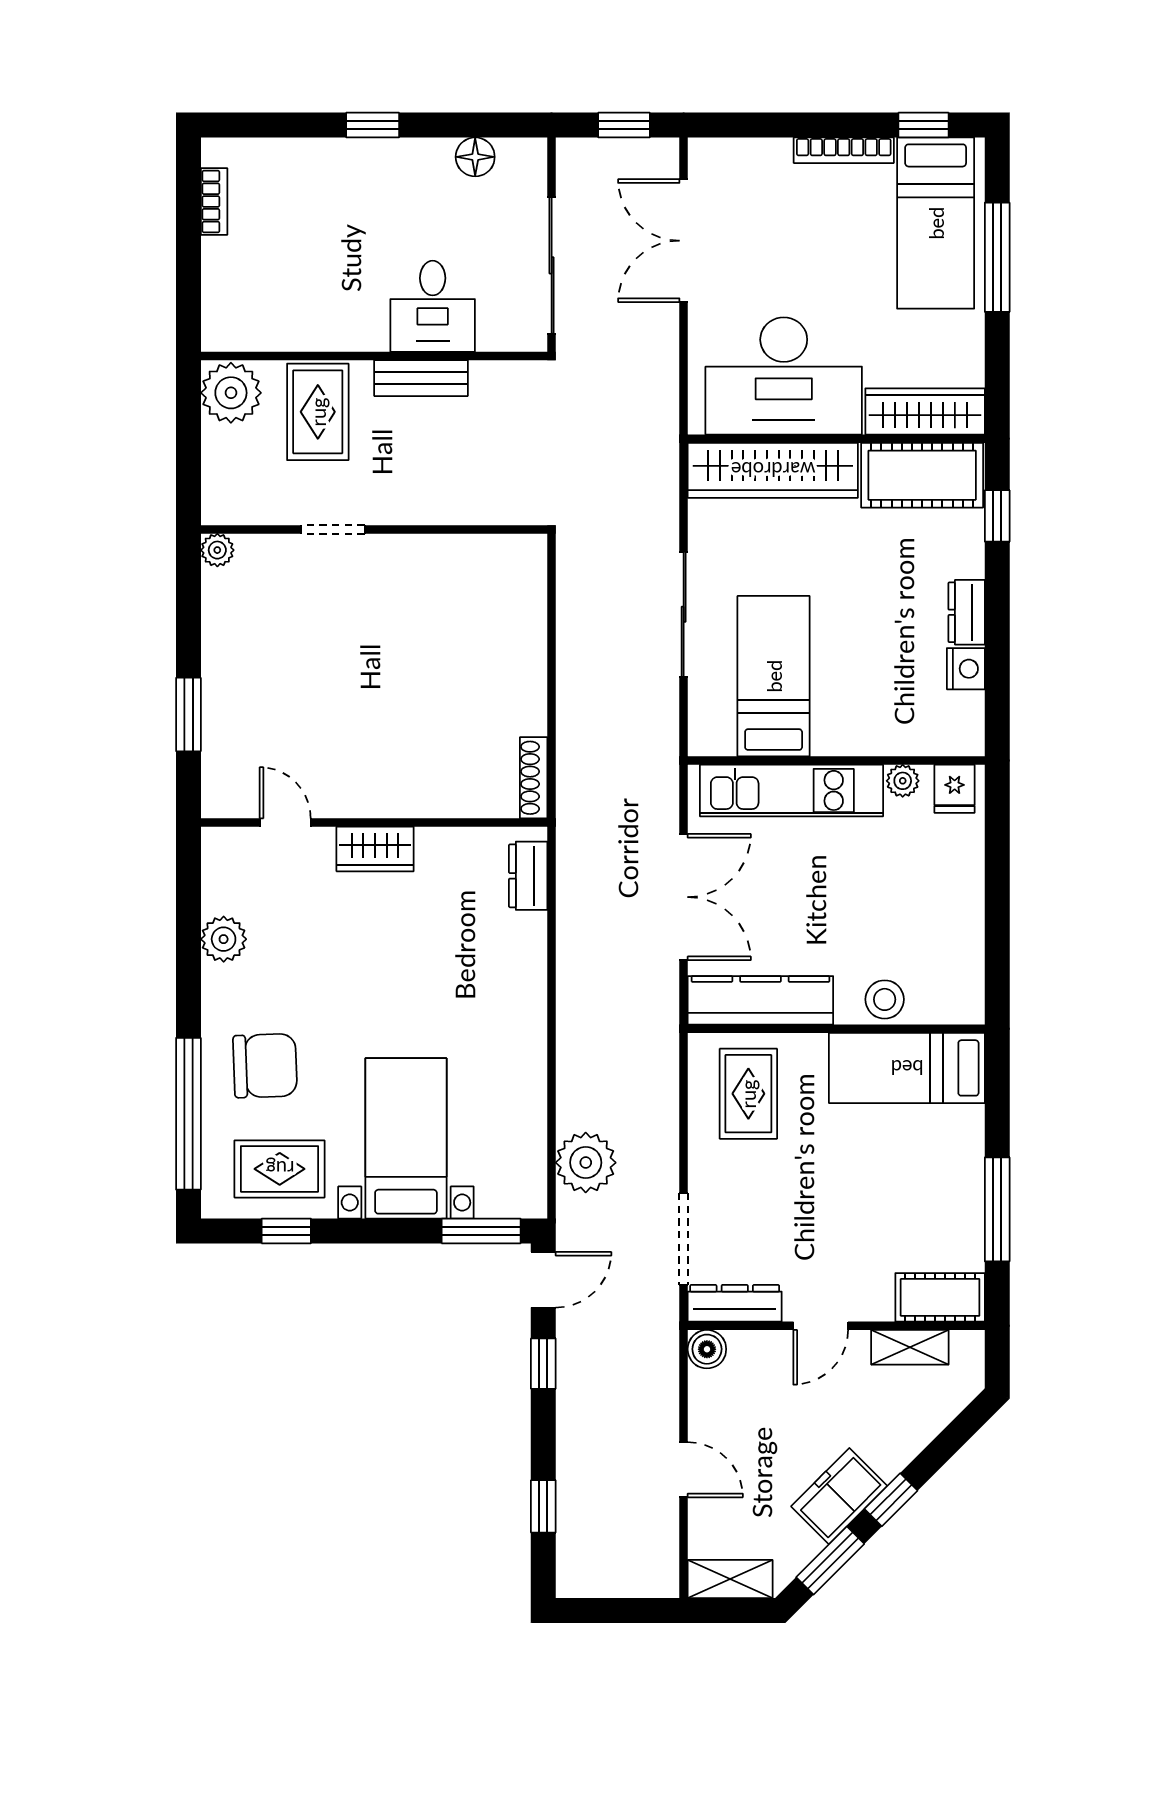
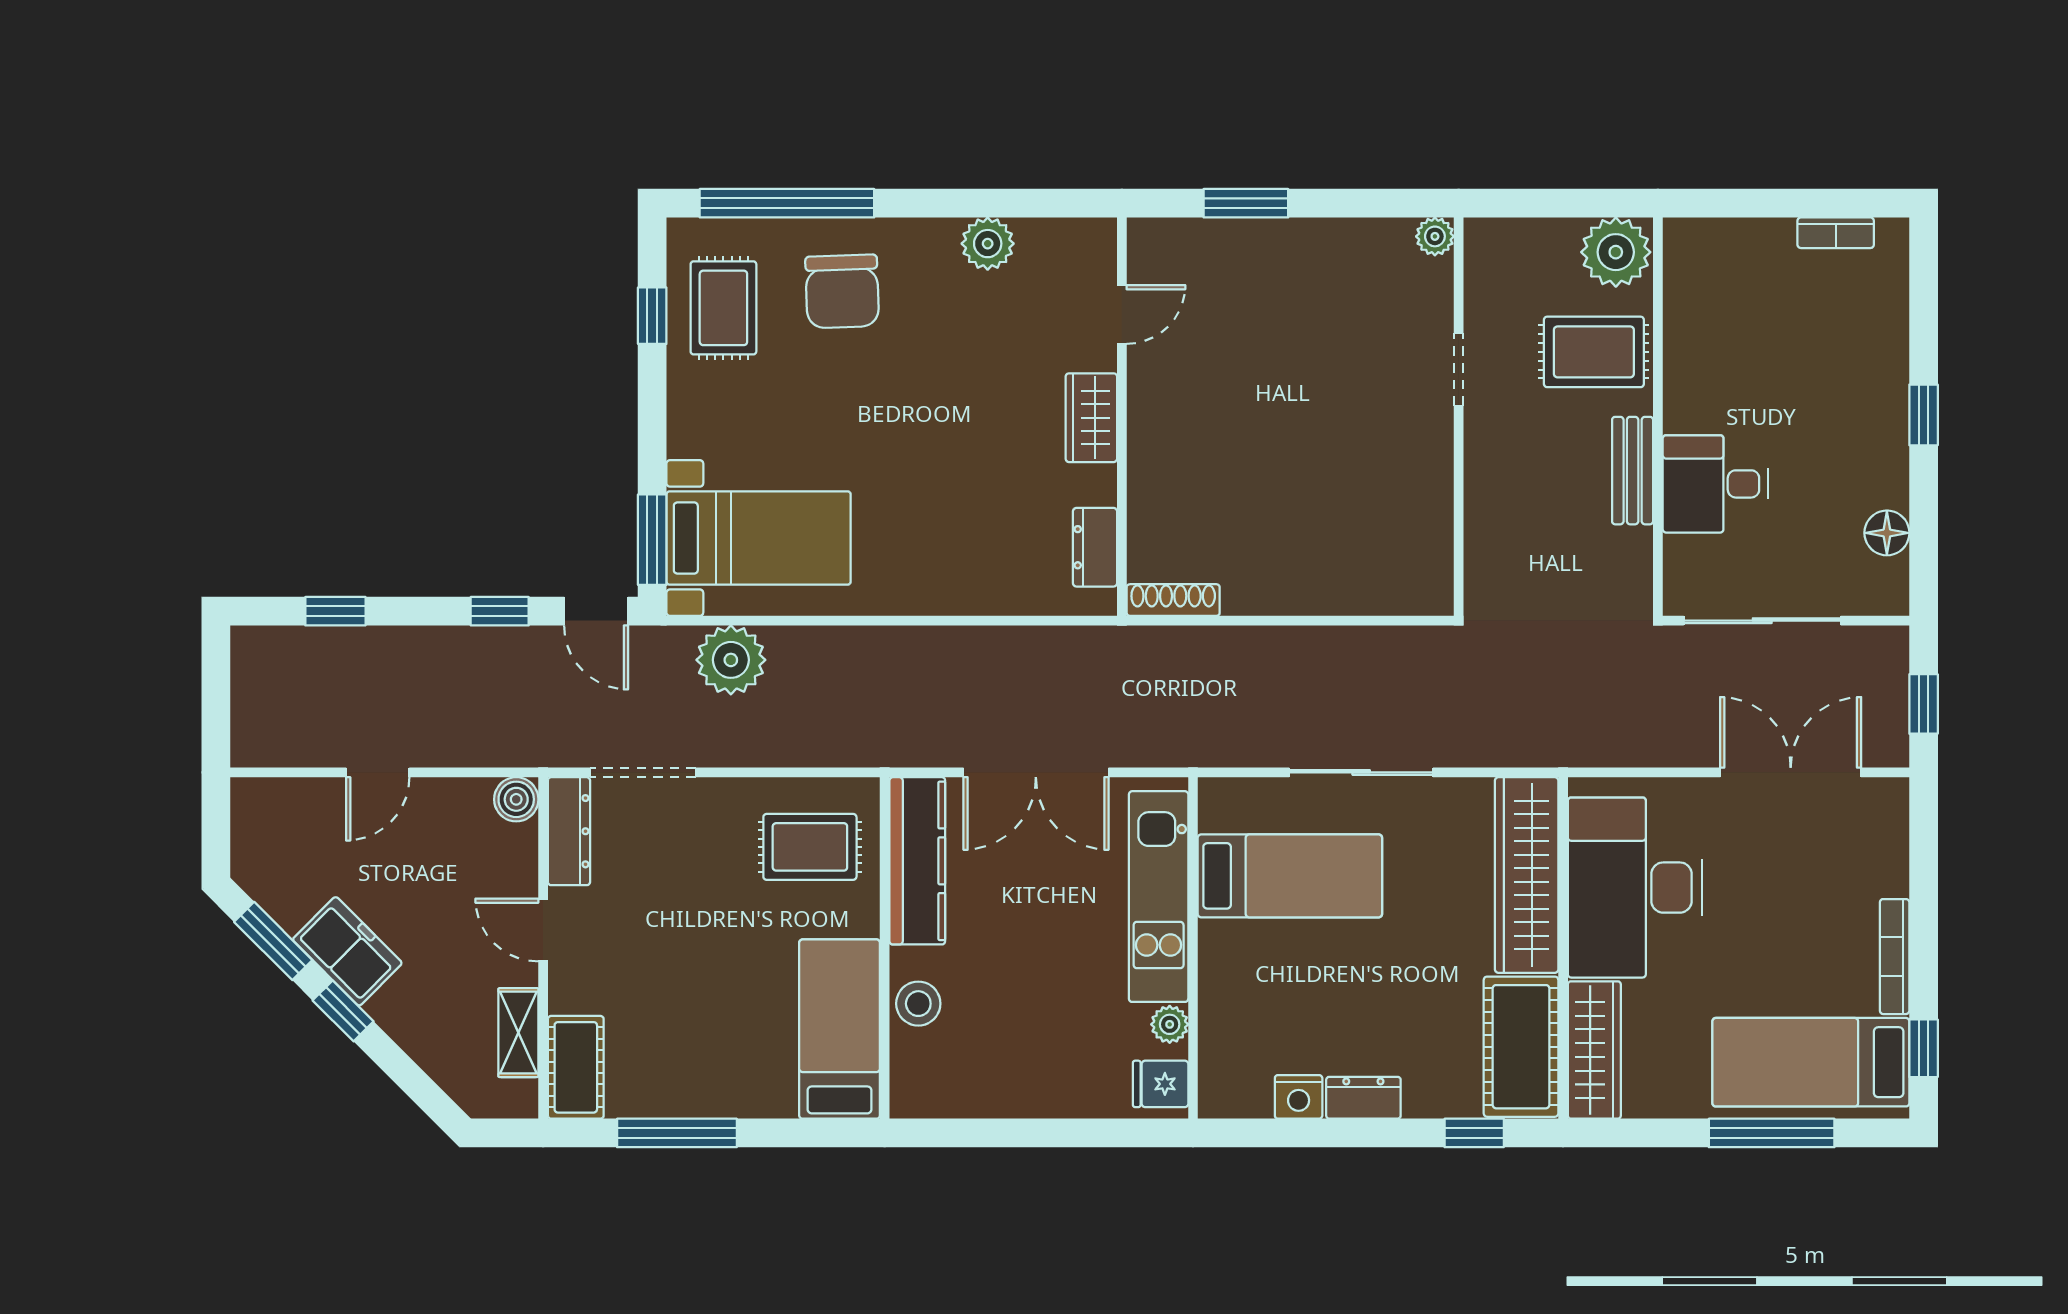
dresser: (528, 876) -> (1095, 547), moved, turned -90
bed with nightstands: (406, 1138) -> (759, 538), moved
shelving: (730, 1579) -> (252, 826), removed

